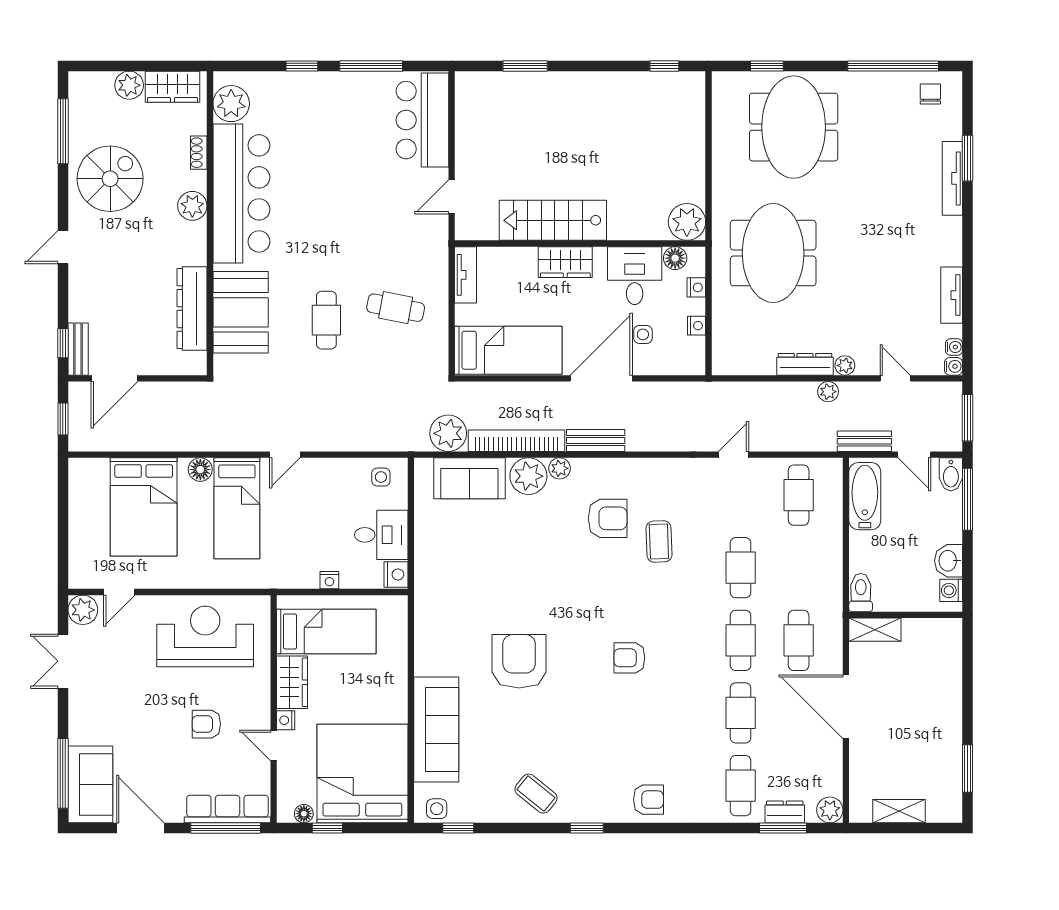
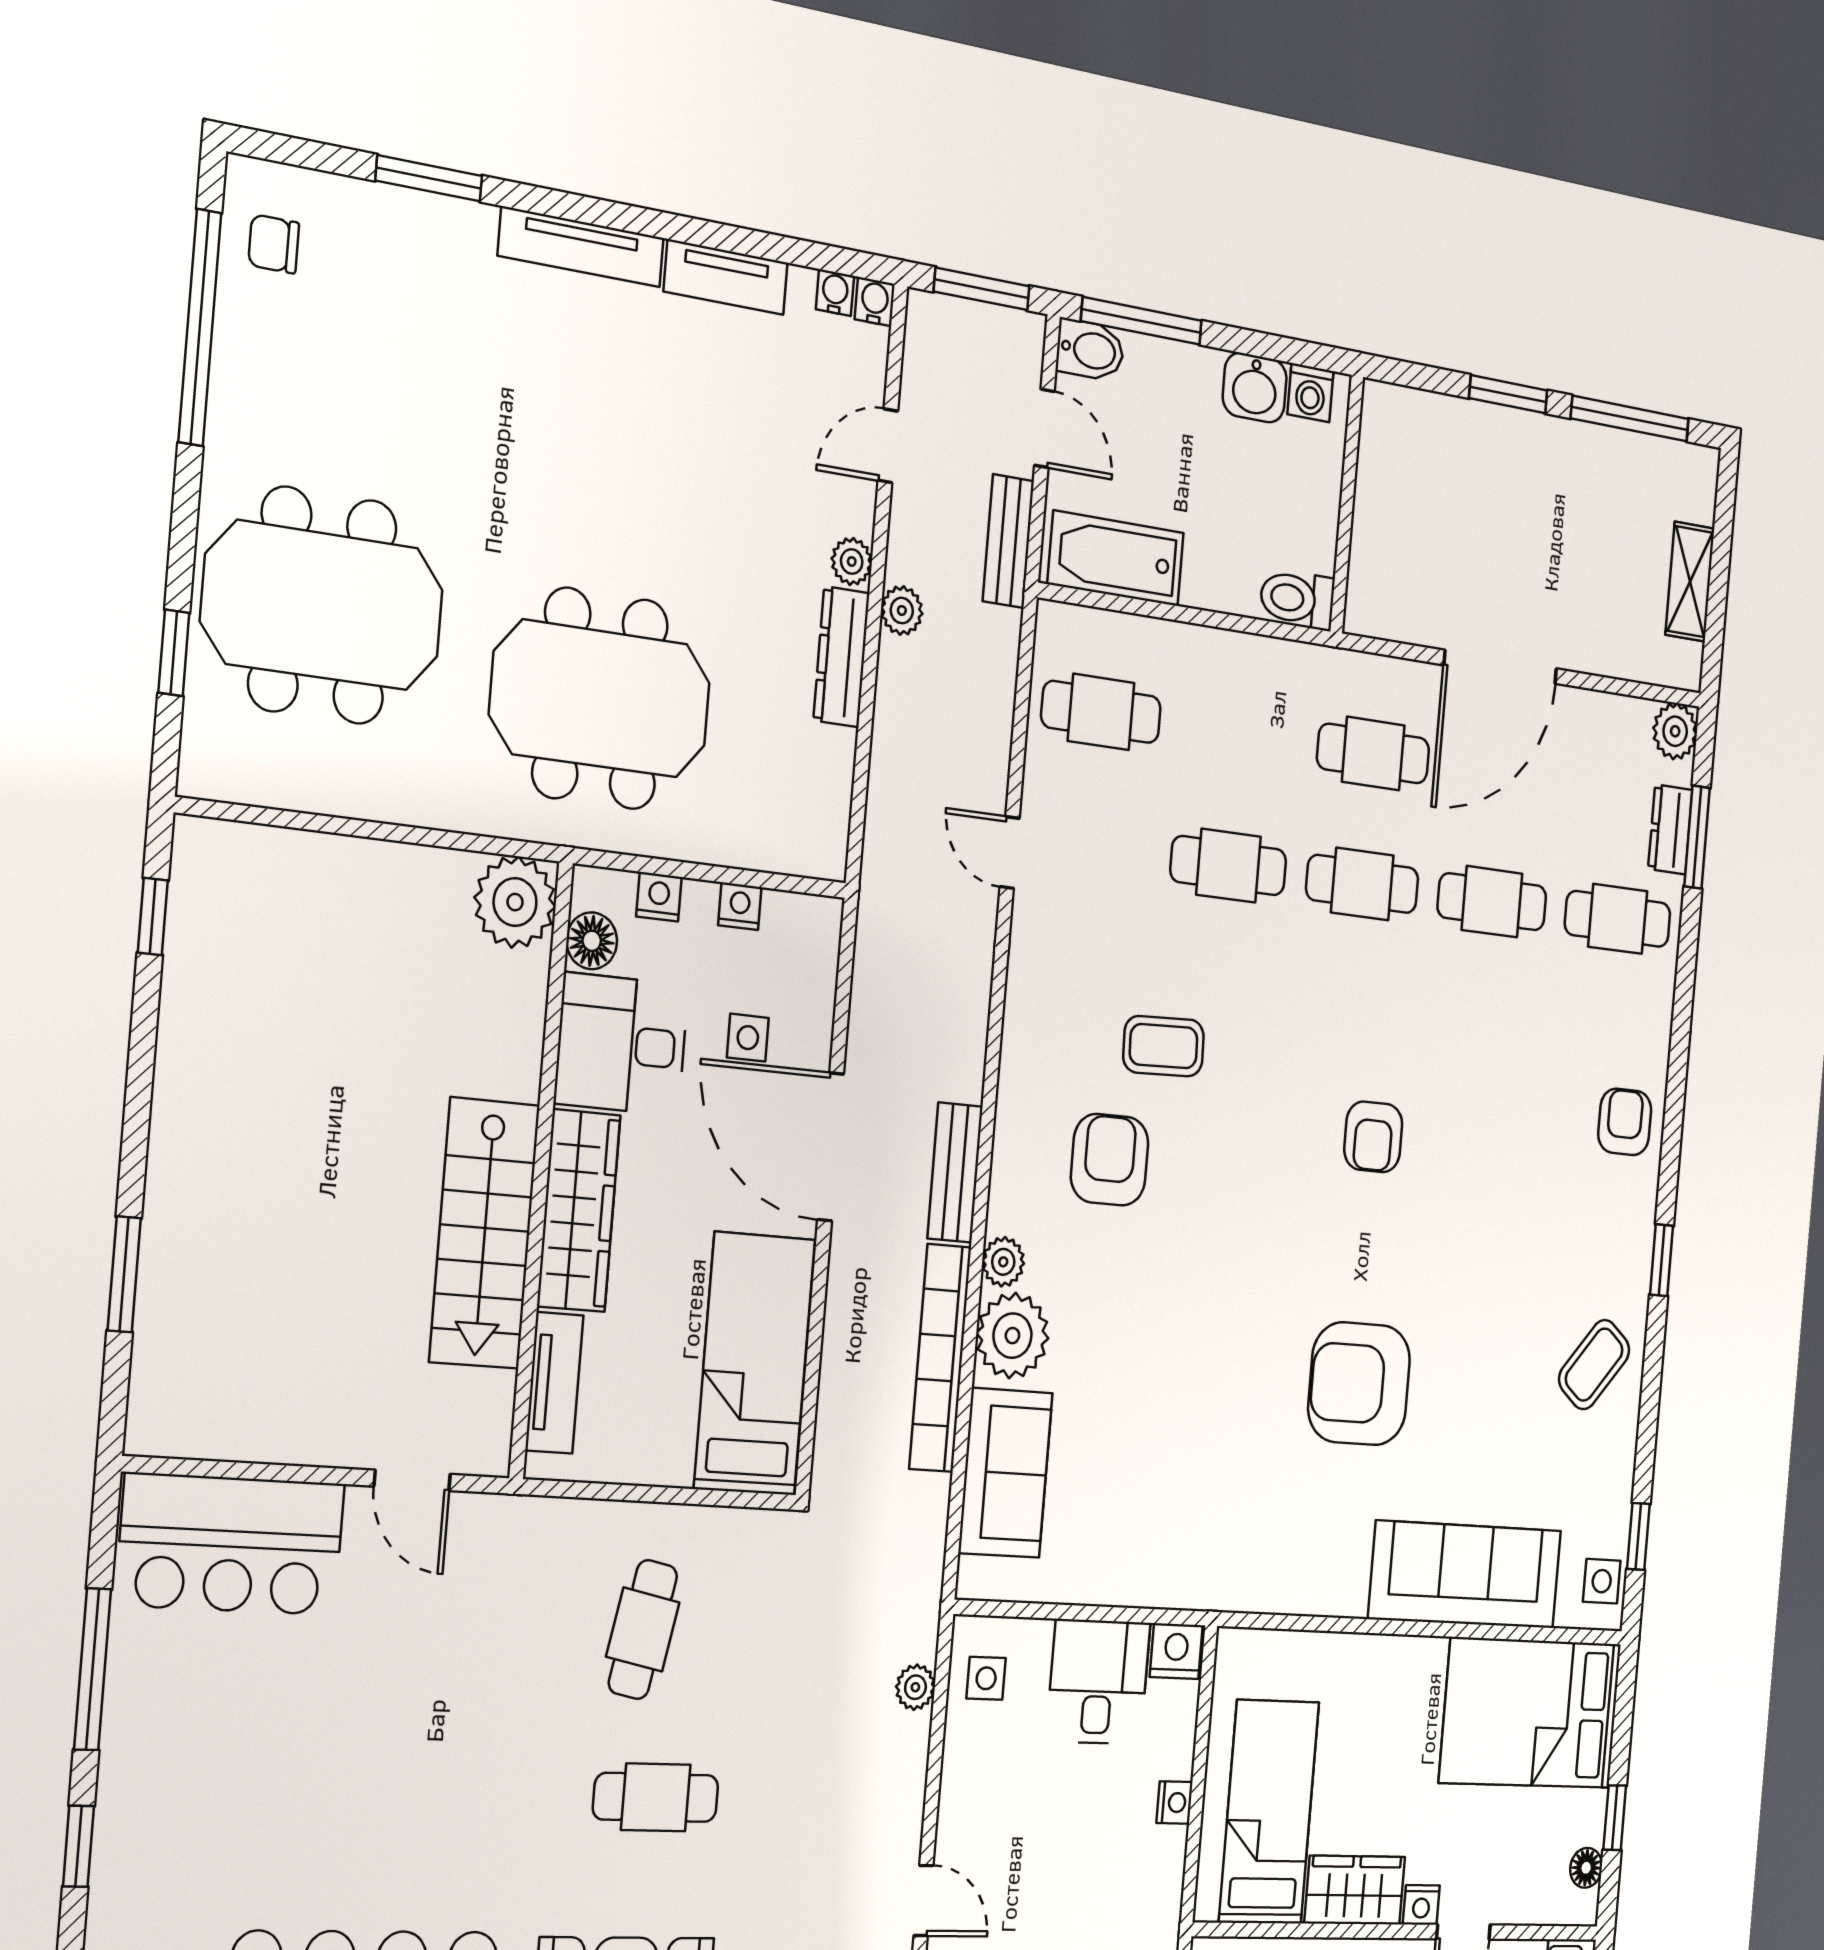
tv unit: (952, 178) -> (581, 247), moved
wardrobe: (565, 262) -> (579, 1211), width x1.50
tv unit: (465, 275) -> (554, 1383), moved, turned 90
plant: (448, 433) -> (915, 1687), moved, width x0.53, depth x0.53
door: (914, 455) -> (1044, 428), hinge flipped
shelving: (875, 630) -> (1368, 579), removed
window: (967, 698) -> (1508, 394), added
window: (967, 768) -> (1630, 419), width x1.44
bed: (362, 774) -> (1530, 1713), width x0.73

